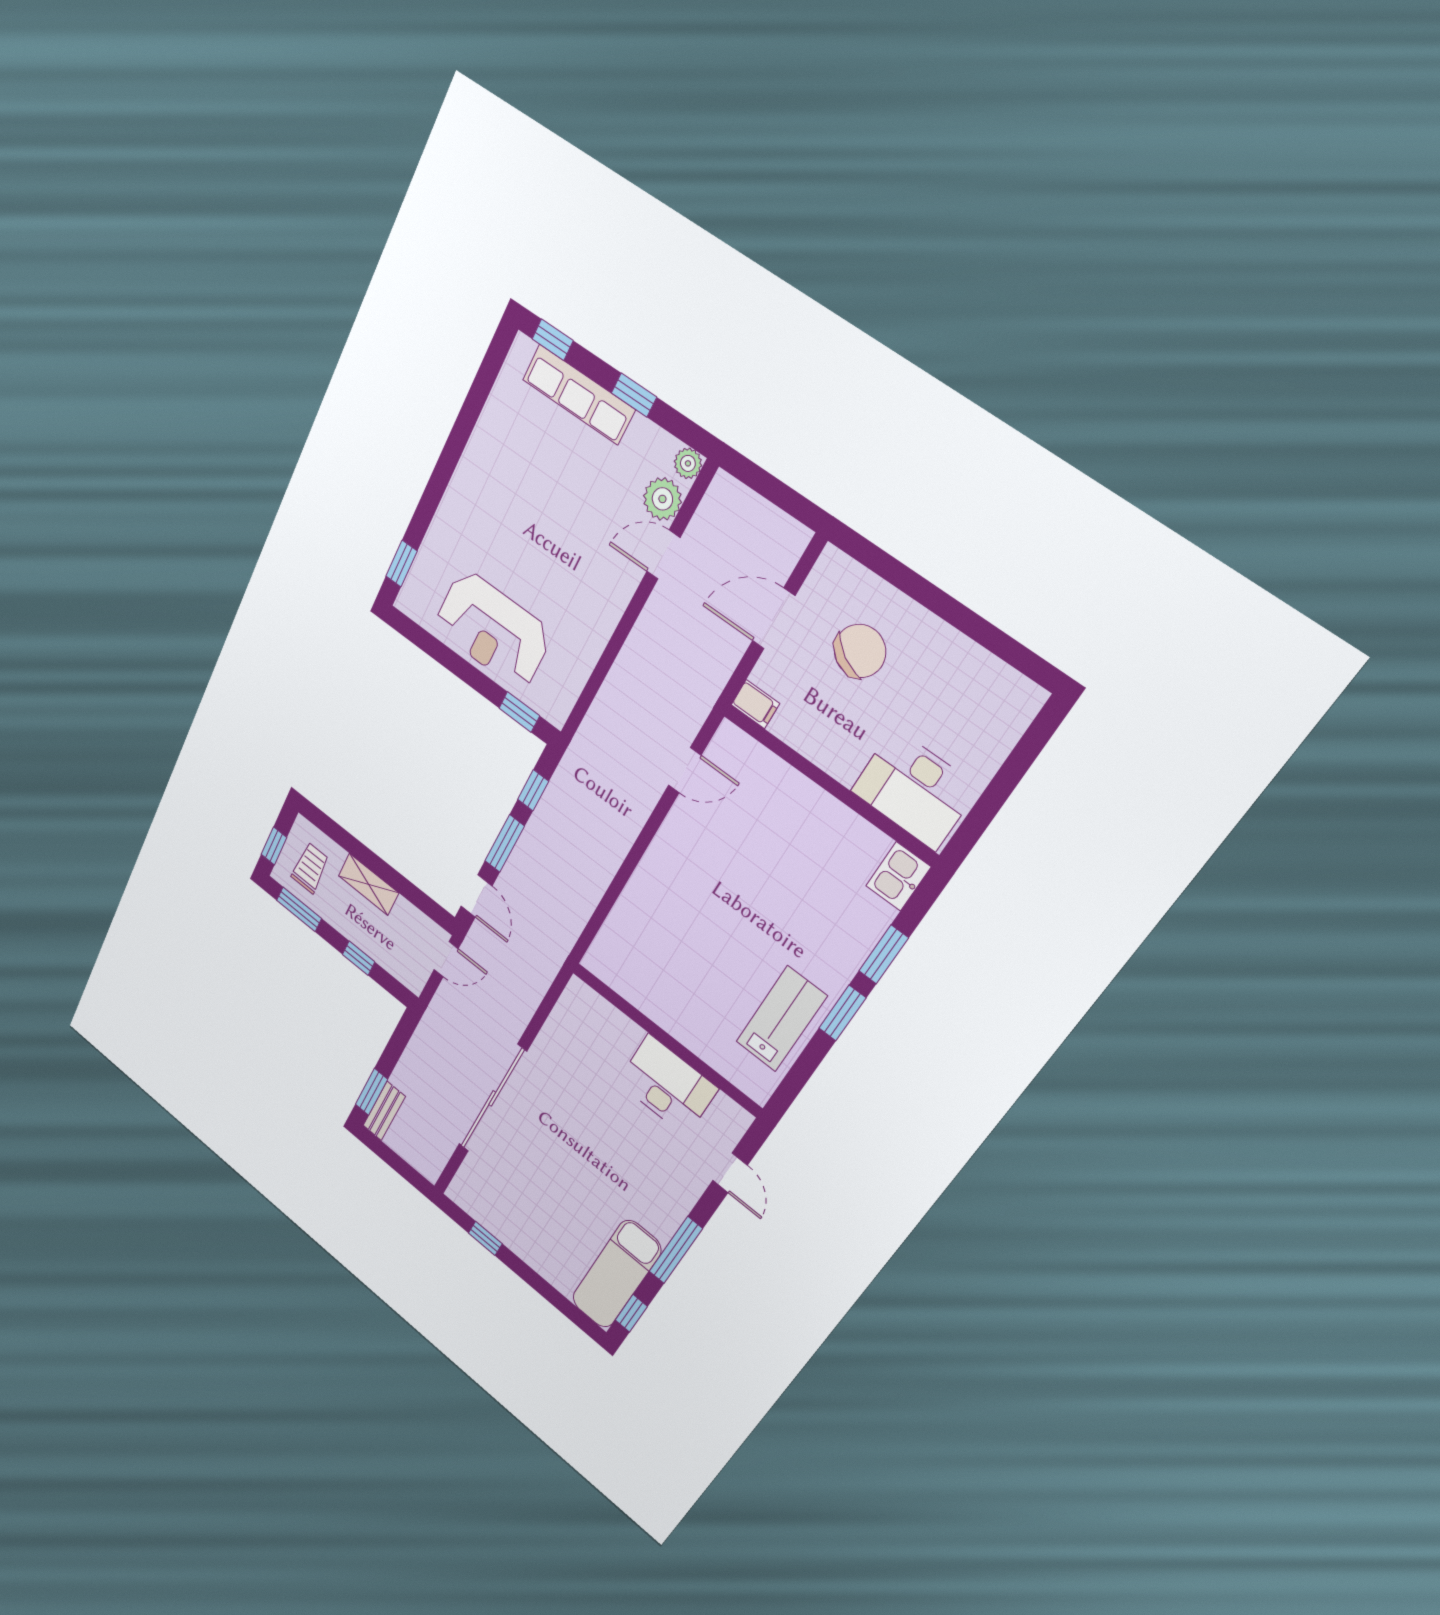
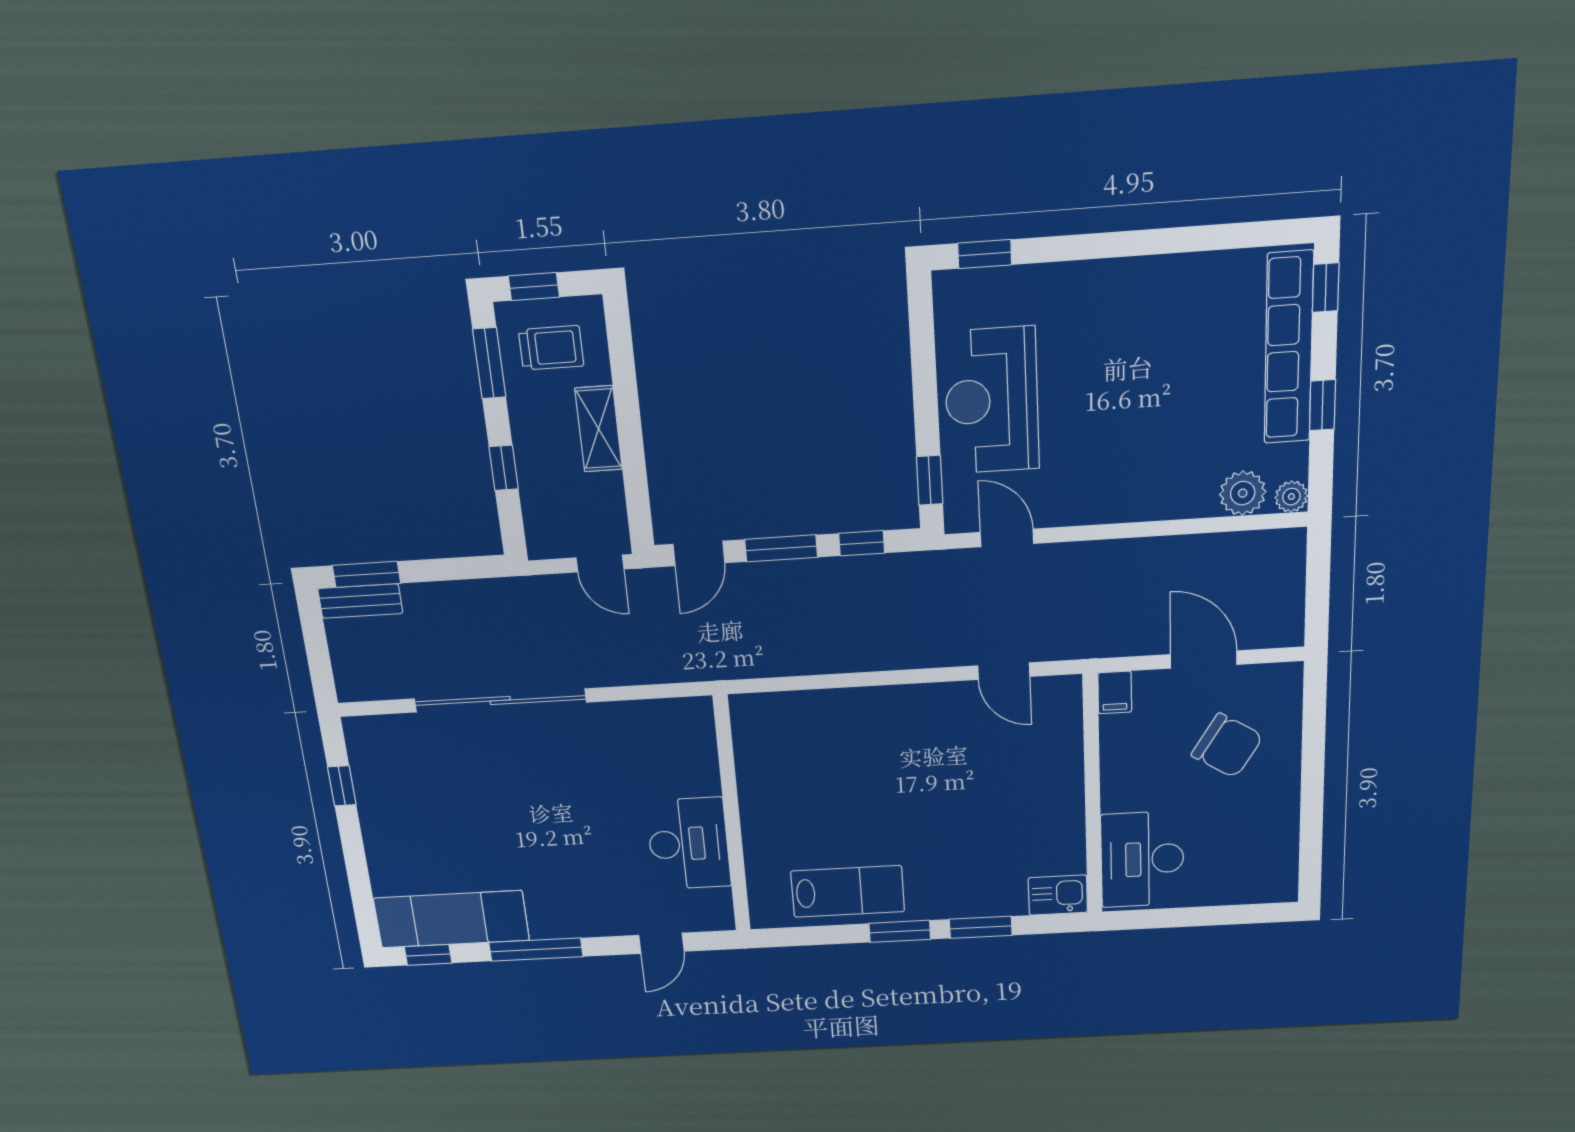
row of seats: (579, 395) -> (1289, 348), width x1.36
door: (663, 555) -> (1007, 538), moved

